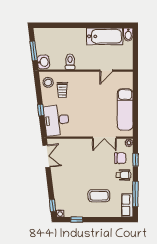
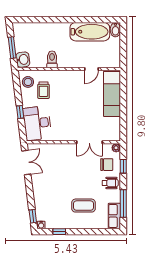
exam couch: (125, 109) -> (112, 94), moved

